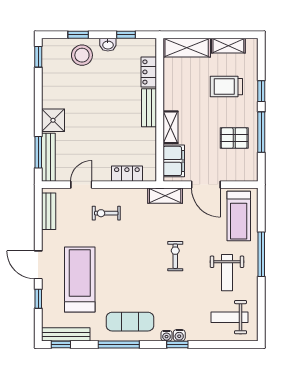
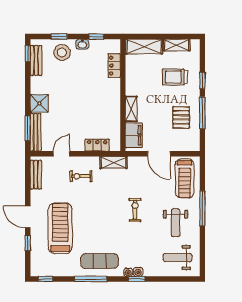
bench: (149, 108) -> (36, 60), moved
pallet: (234, 138) -> (181, 117), turned 90
shelving: (165, 196) -> (113, 163), moved
bench: (66, 334) -> (49, 271), removed

